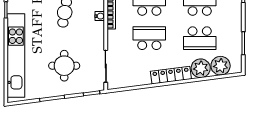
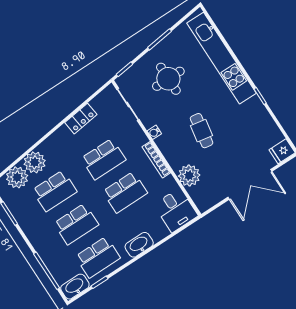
water cooler: (100, 16) -> (154, 132), moved
school desk: (200, 38) -> (55, 191), turned 180
locker: (171, 75) -> (81, 119), moved, width x0.66

